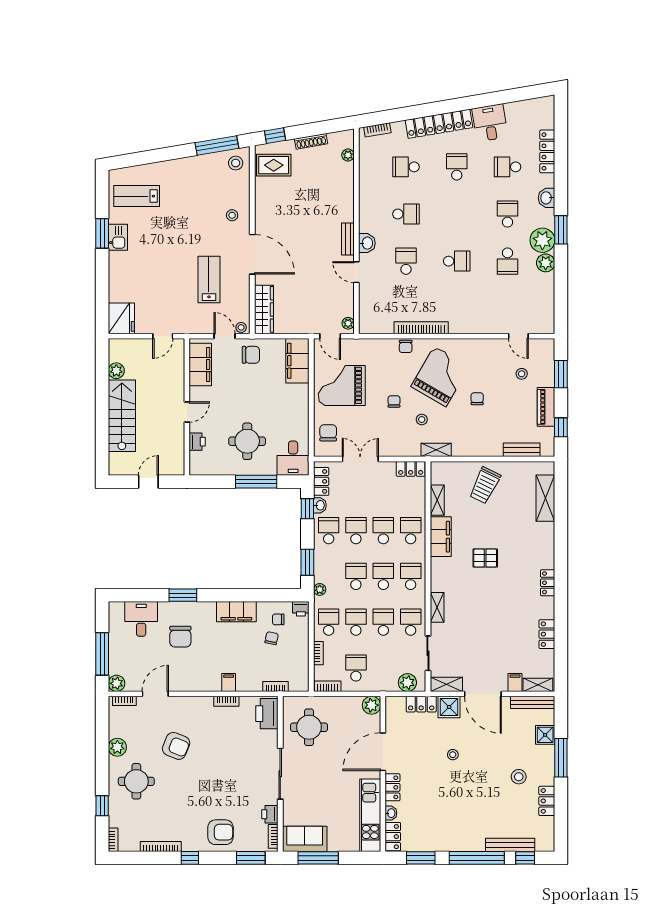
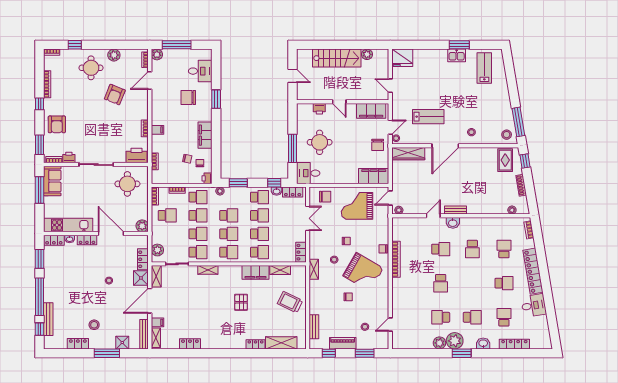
grand piano: (342, 385) -> (357, 206), turned -90
locker: (548, 583) -> (256, 344), moved
door: (155, 694) -> (150, 81), swing flipped

